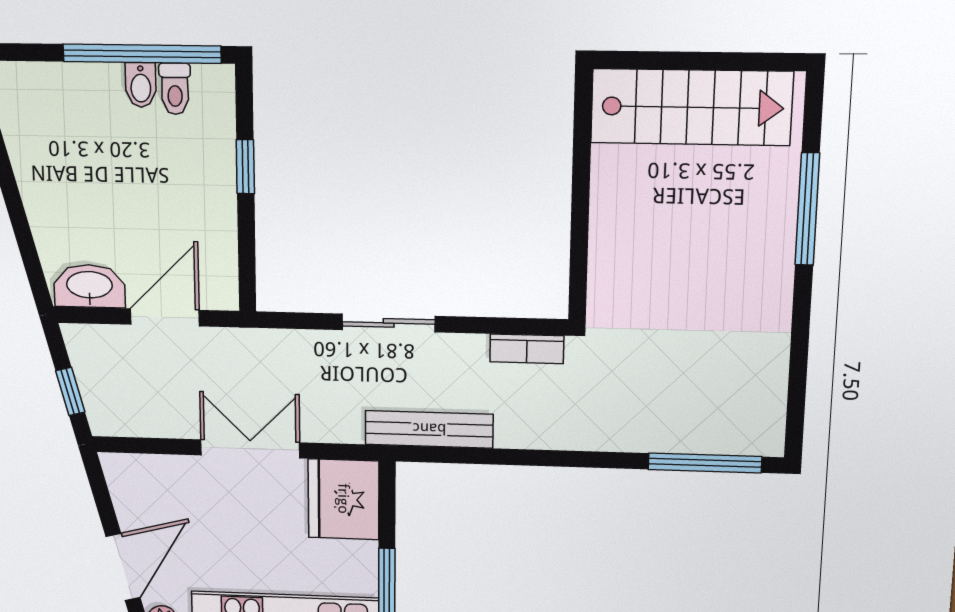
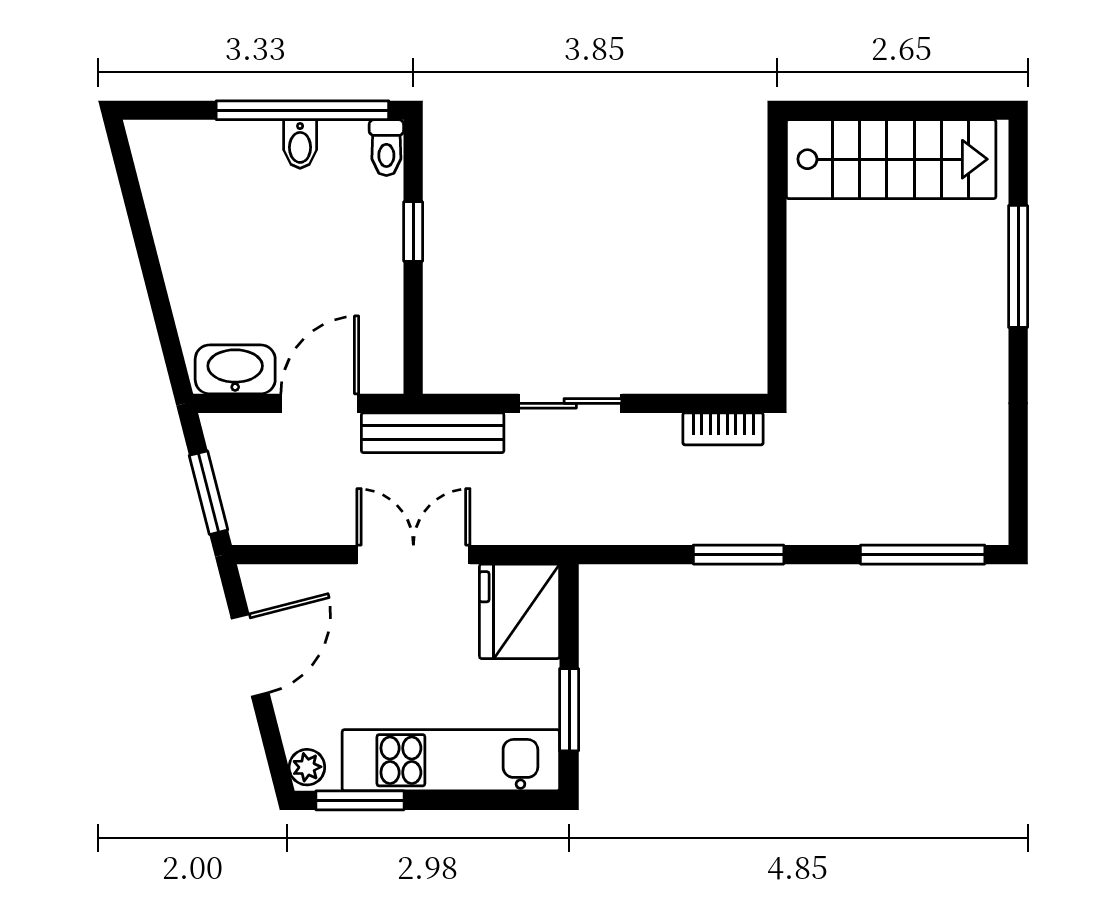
toilet: (175, 89) -> (386, 148), moved
window: (70, 391) -> (208, 493), width x1.50
bench: (429, 429) -> (433, 433), moved
window: (538, 458) -> (739, 555), added
door: (123, 567) -> (250, 655), moved

